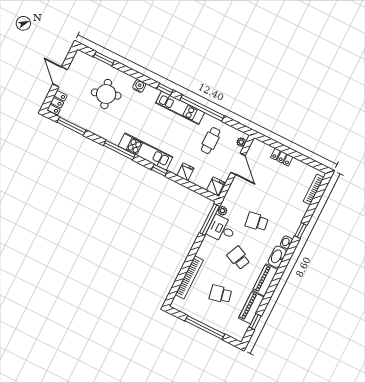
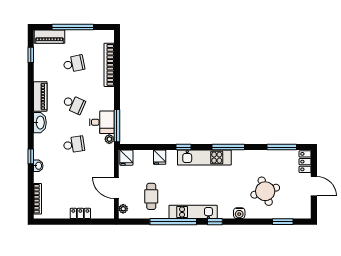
washbasin: (286, 242) -> (38, 166), moved
piano: (251, 308) -> (49, 37), moved, turned 90

